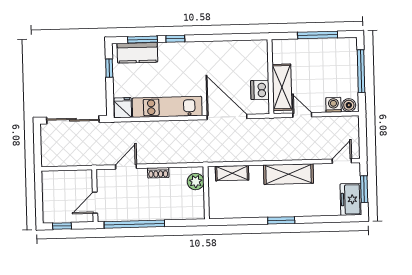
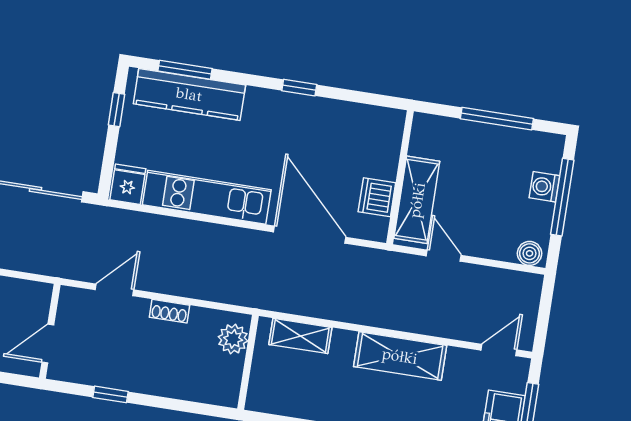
window: (175, 39) -> (299, 88), moved
kitchen counter: (137, 53) -> (189, 94), width x1.50
washing machine: (333, 105) -> (544, 187), moved, turned -90
window: (134, 224) -> (111, 394), width x0.32

